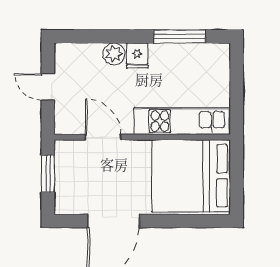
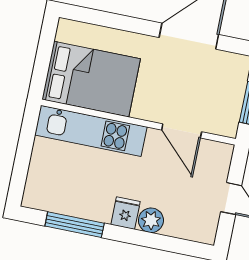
bed: (191, 176) -> (91, 79), width x0.73

